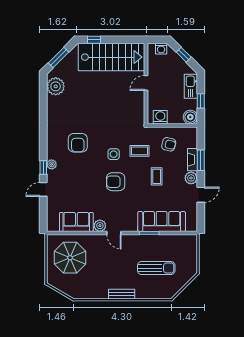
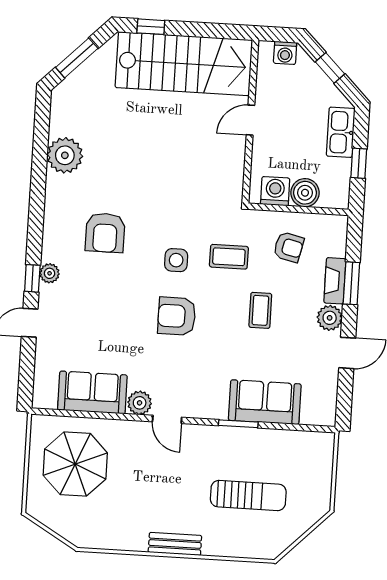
plant: (56, 86) -> (65, 155), moved
boiler: (190, 117) -> (305, 193), moved
sofa: (162, 221) -> (265, 402), width x0.73

